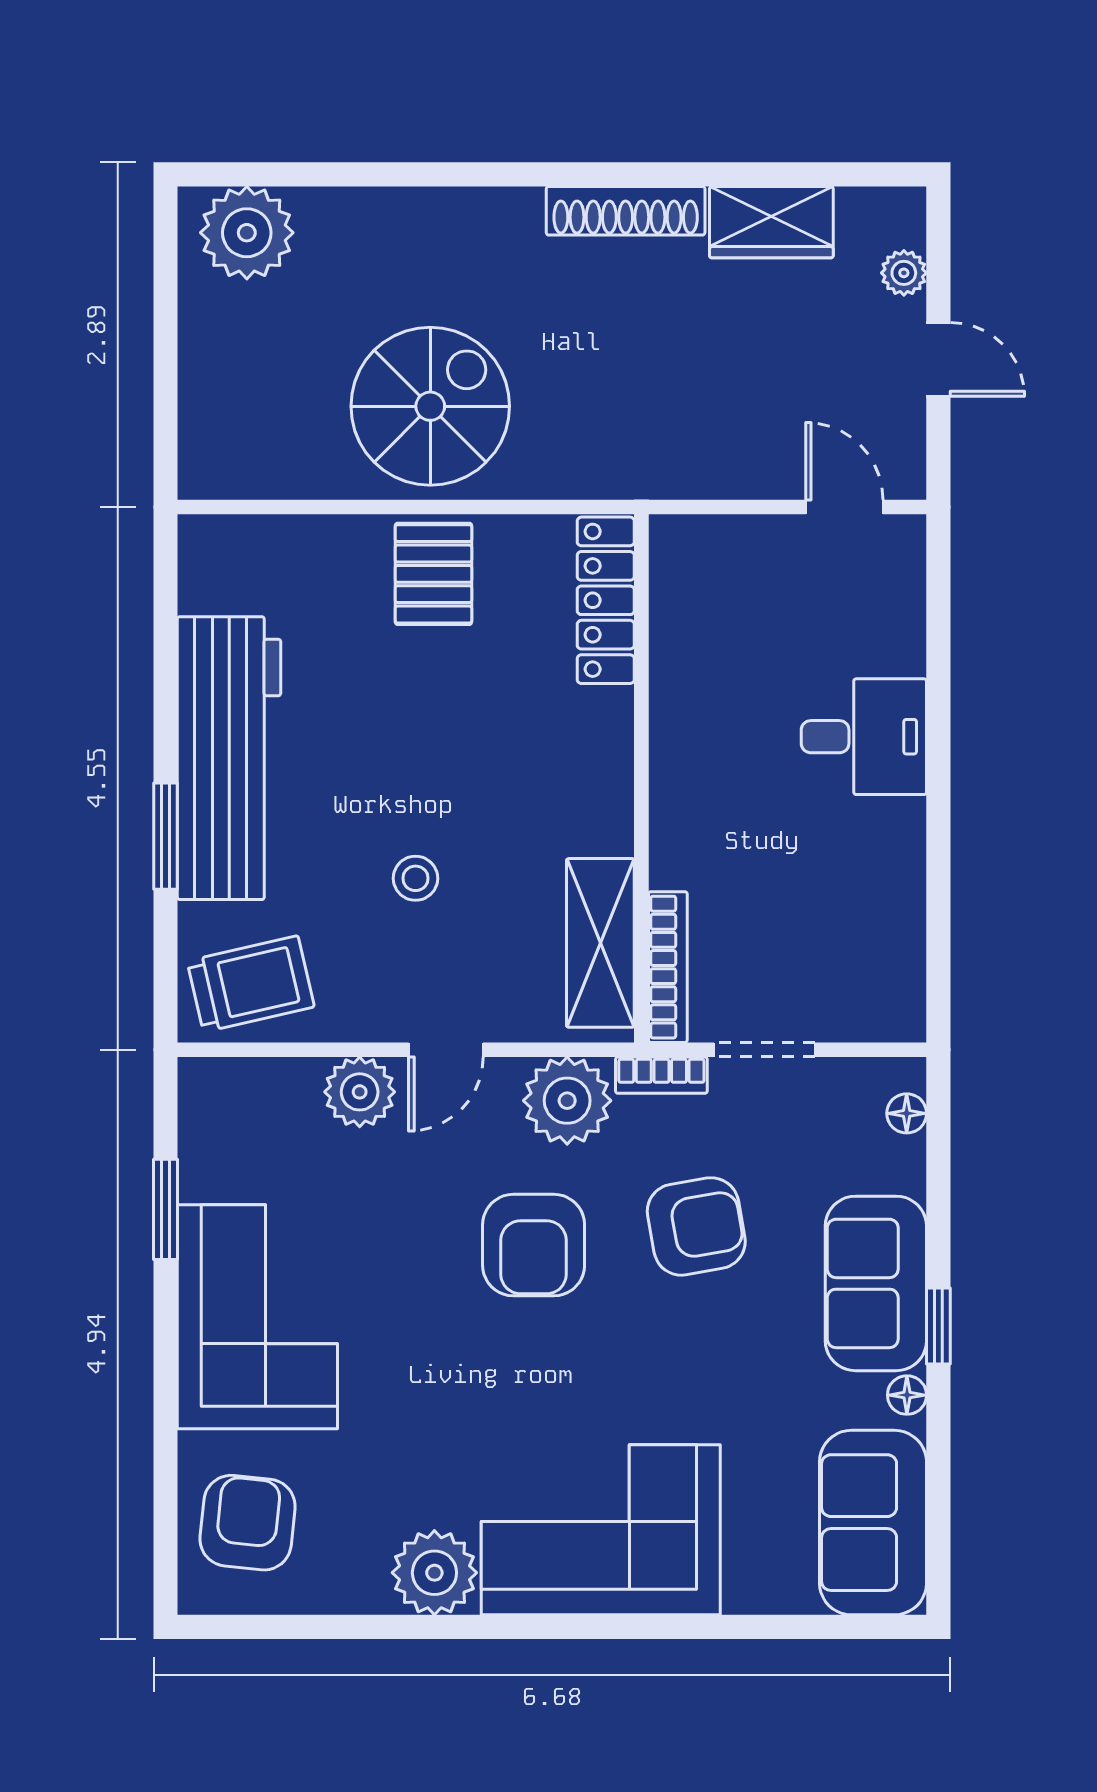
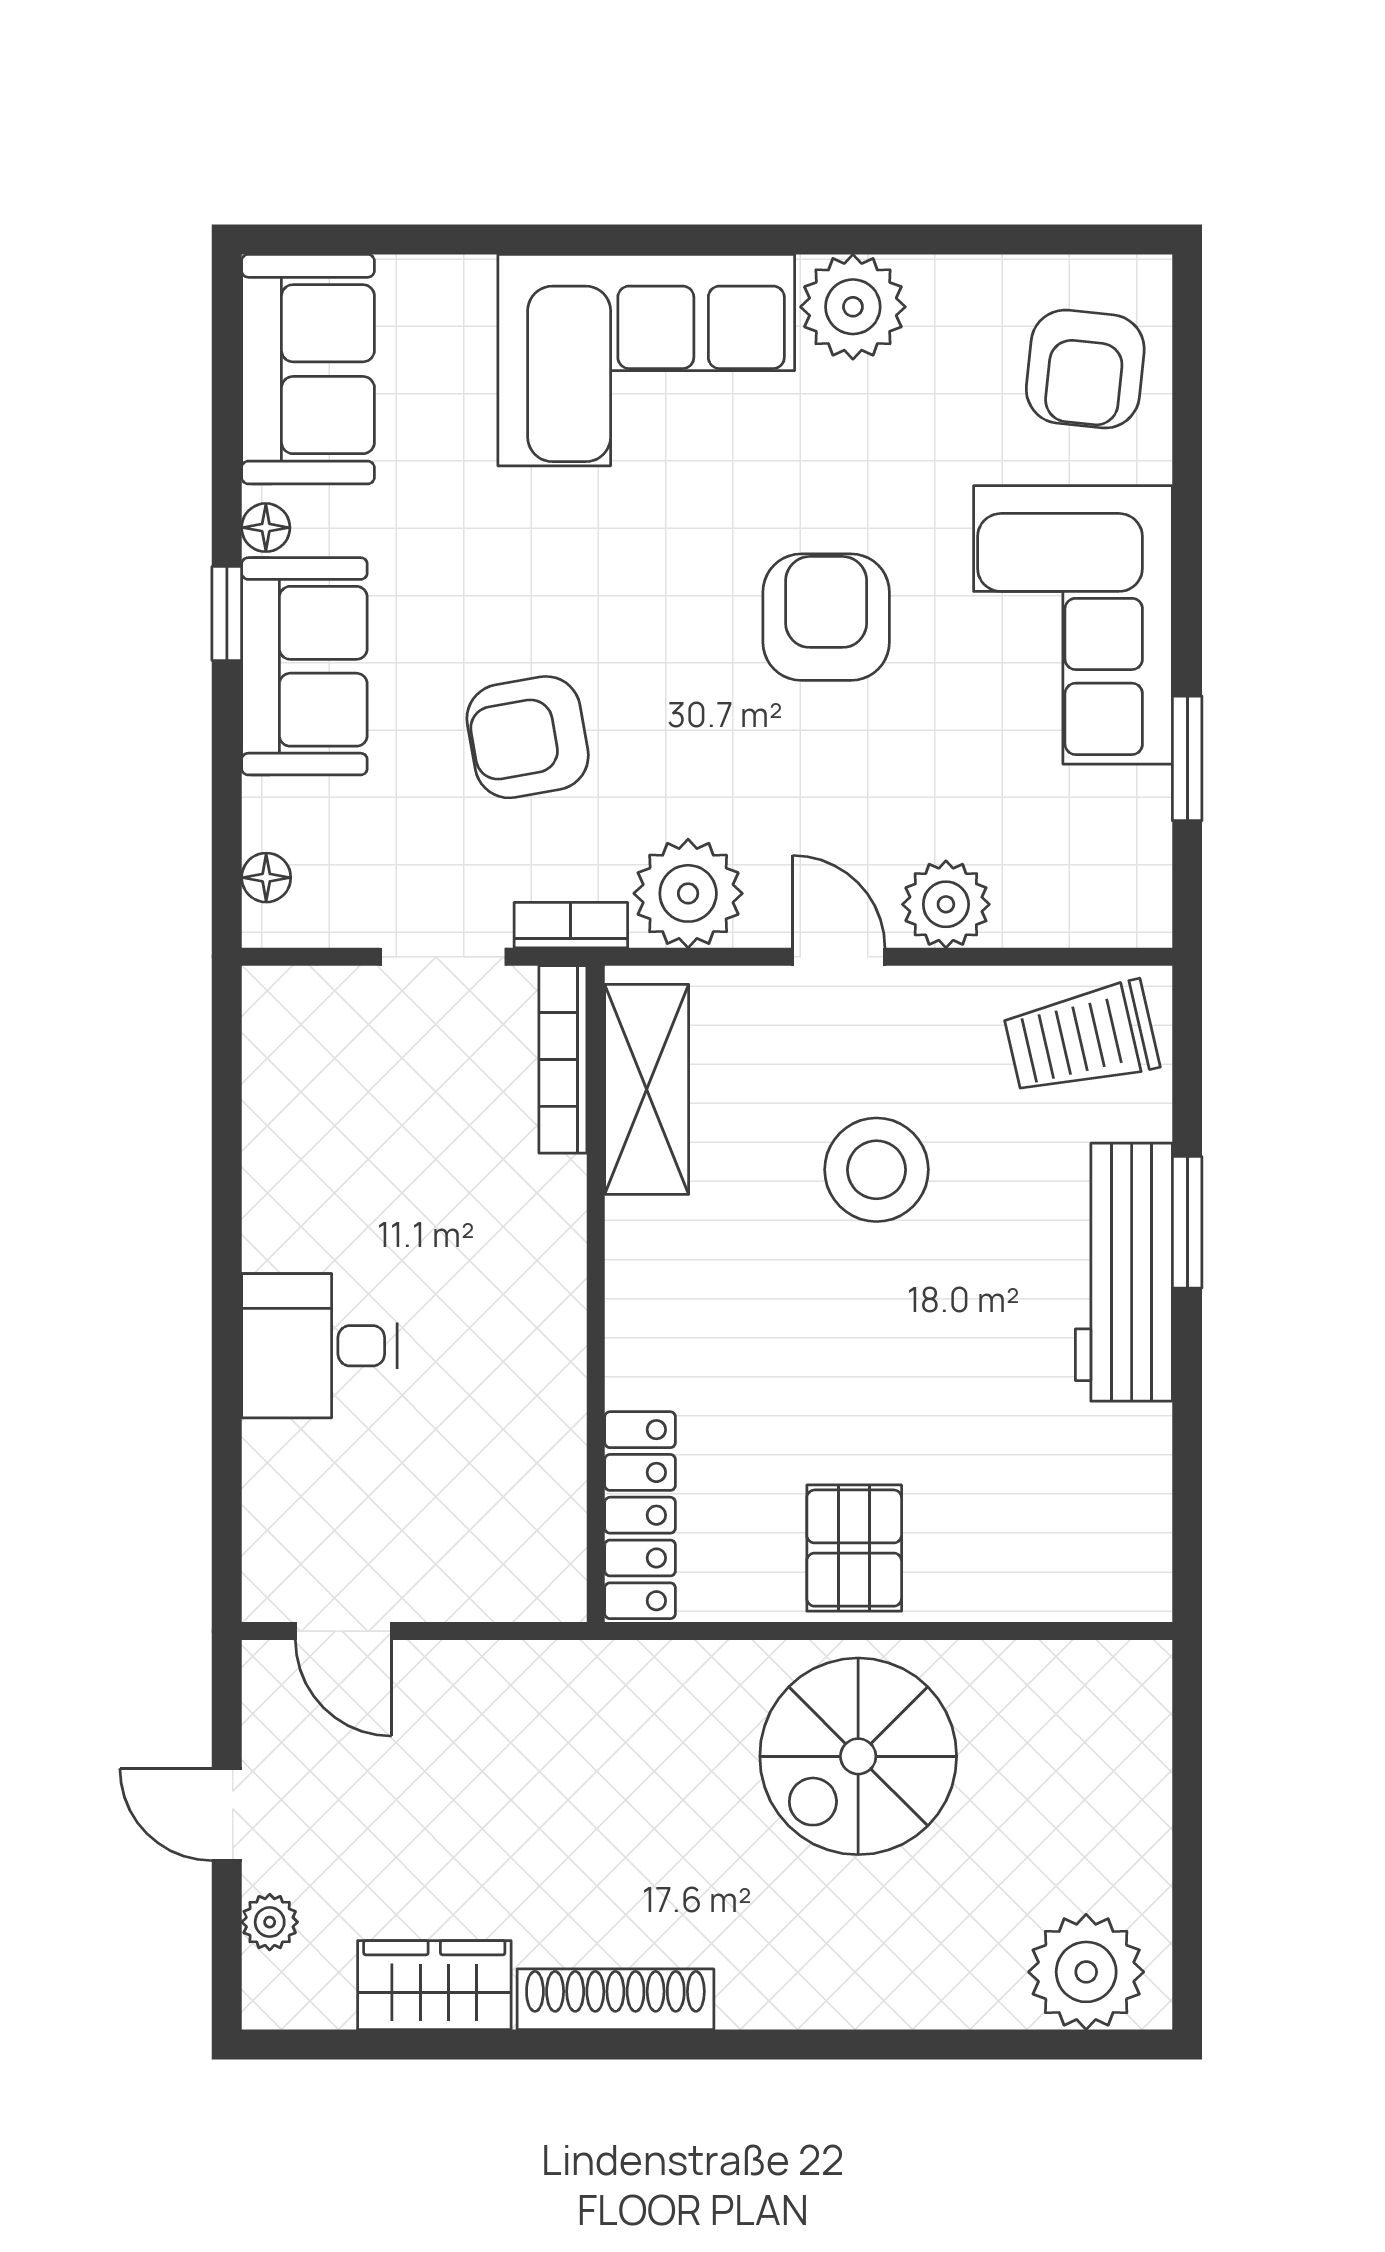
workbench: (229, 758) -> (1124, 1272), width x0.73, depth x0.76
stool: (415, 878) -> (876, 1170), width x1.89, depth x1.89
door: (446, 1050) -> (839, 957), hinge flipped
armchair: (534, 1245) -> (826, 617), moved

